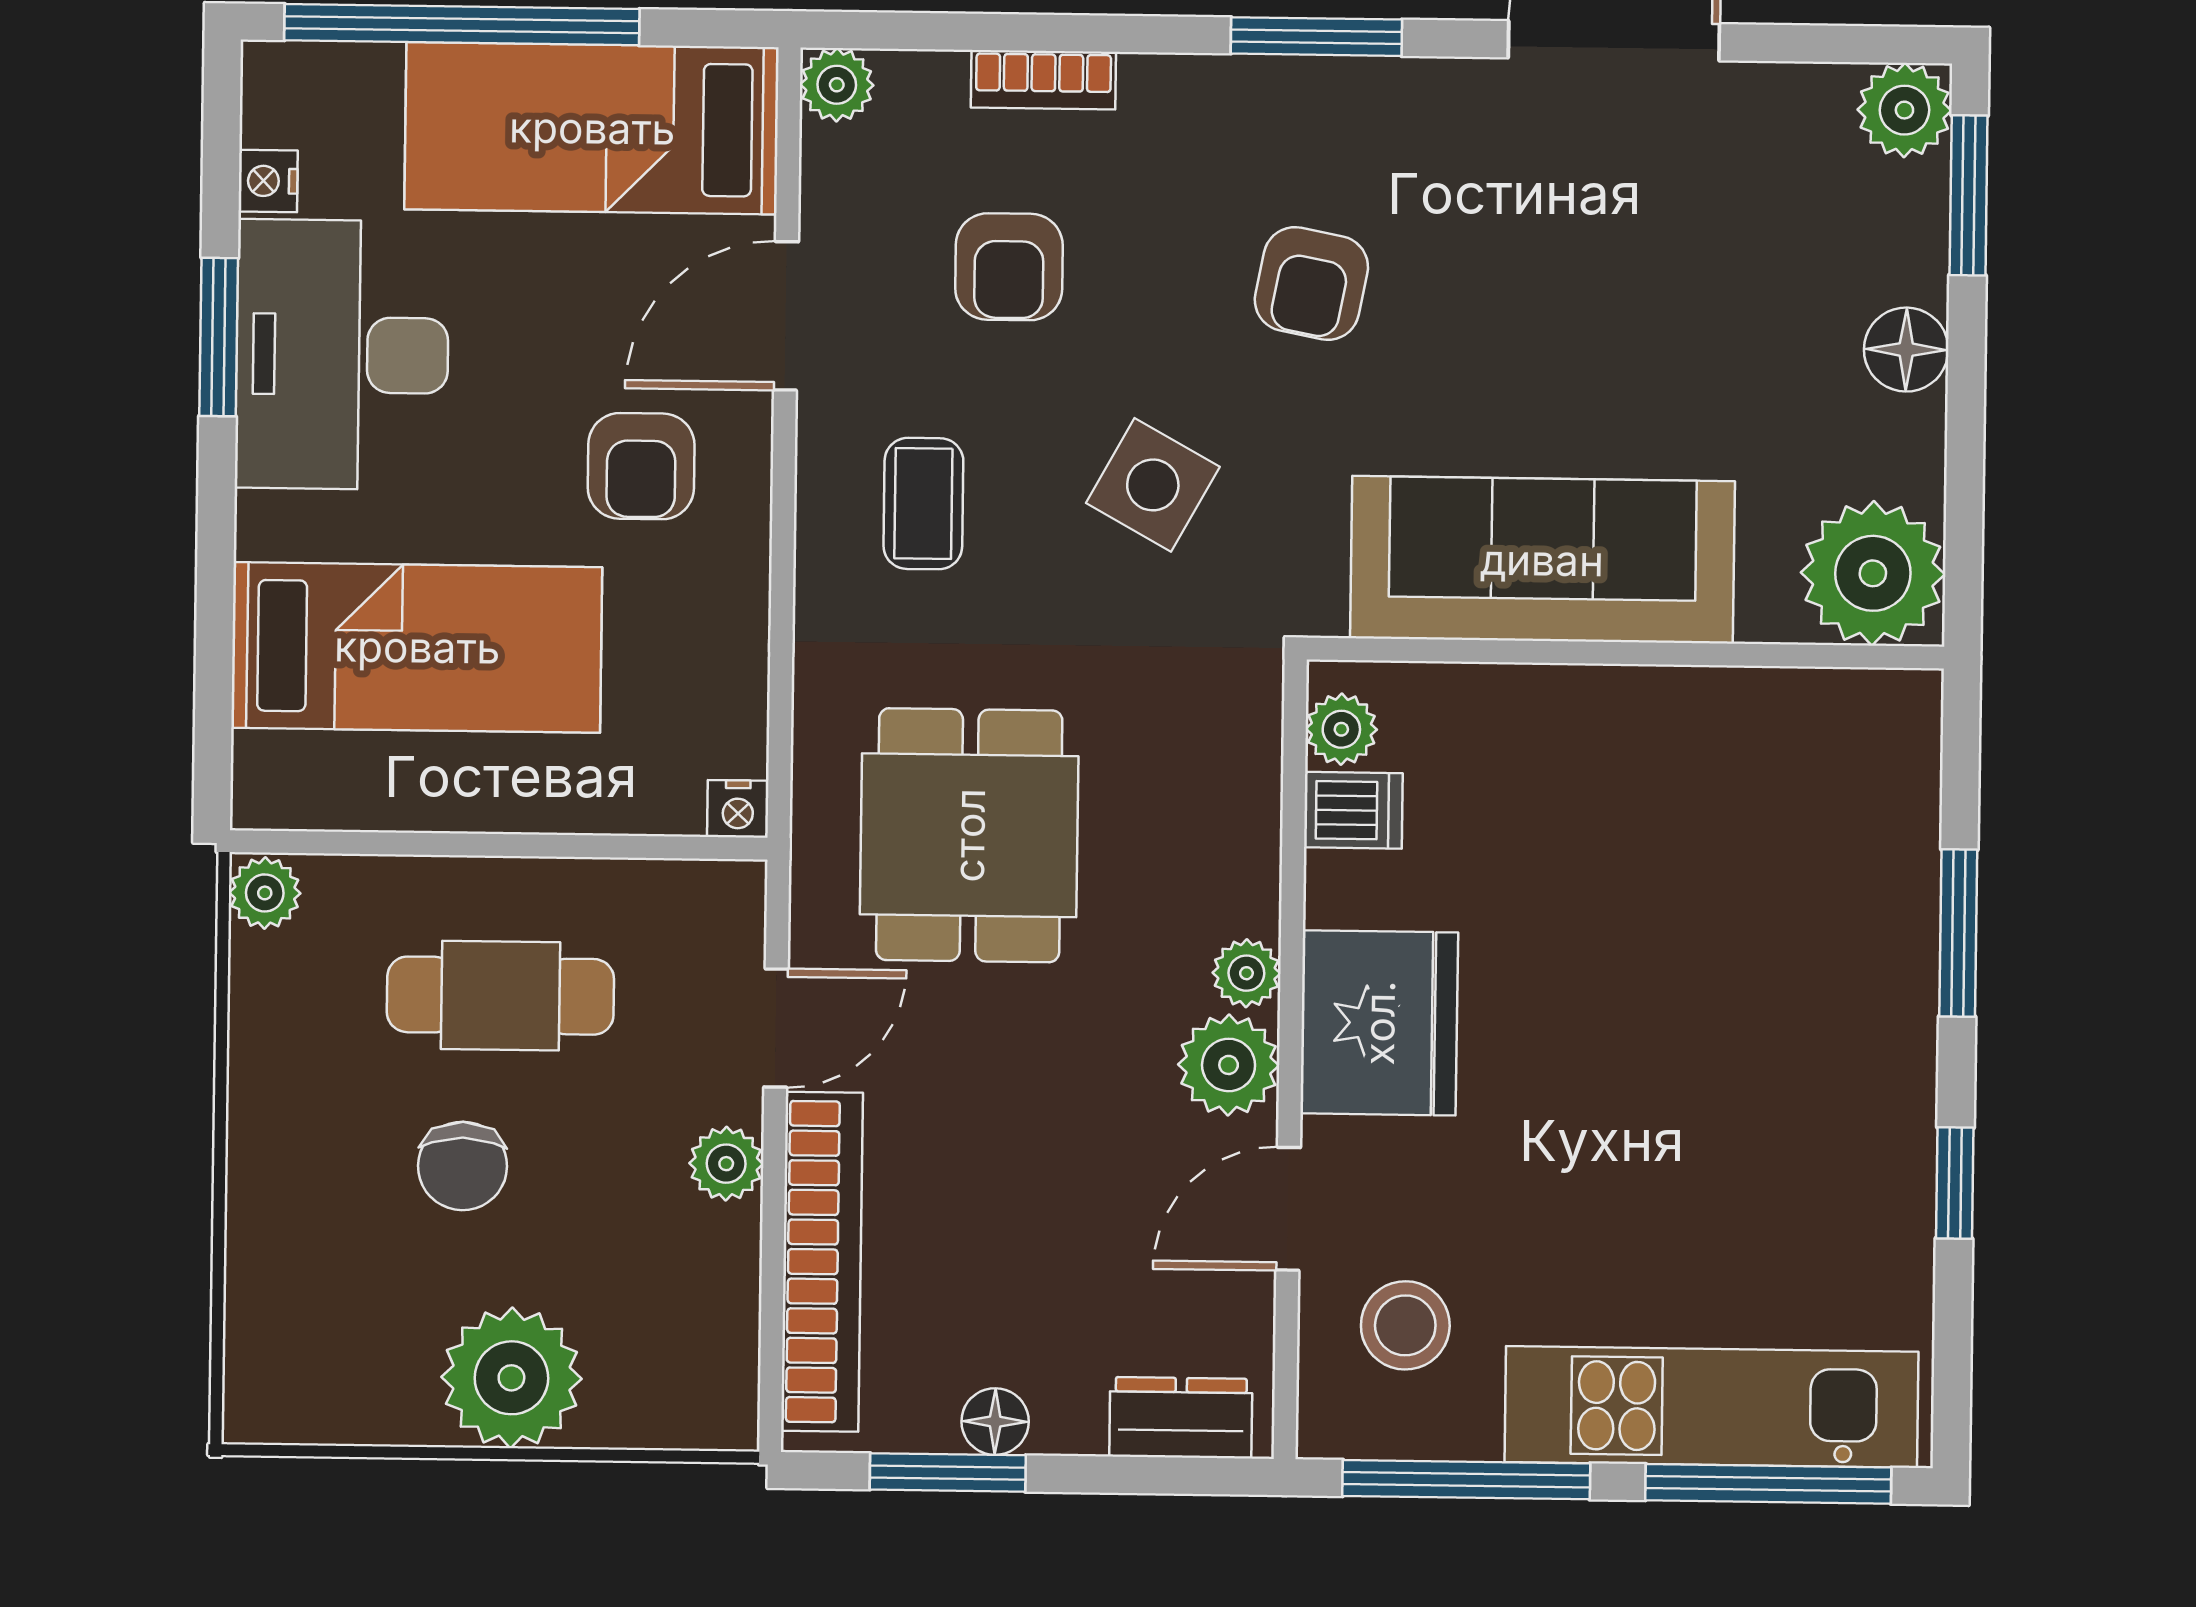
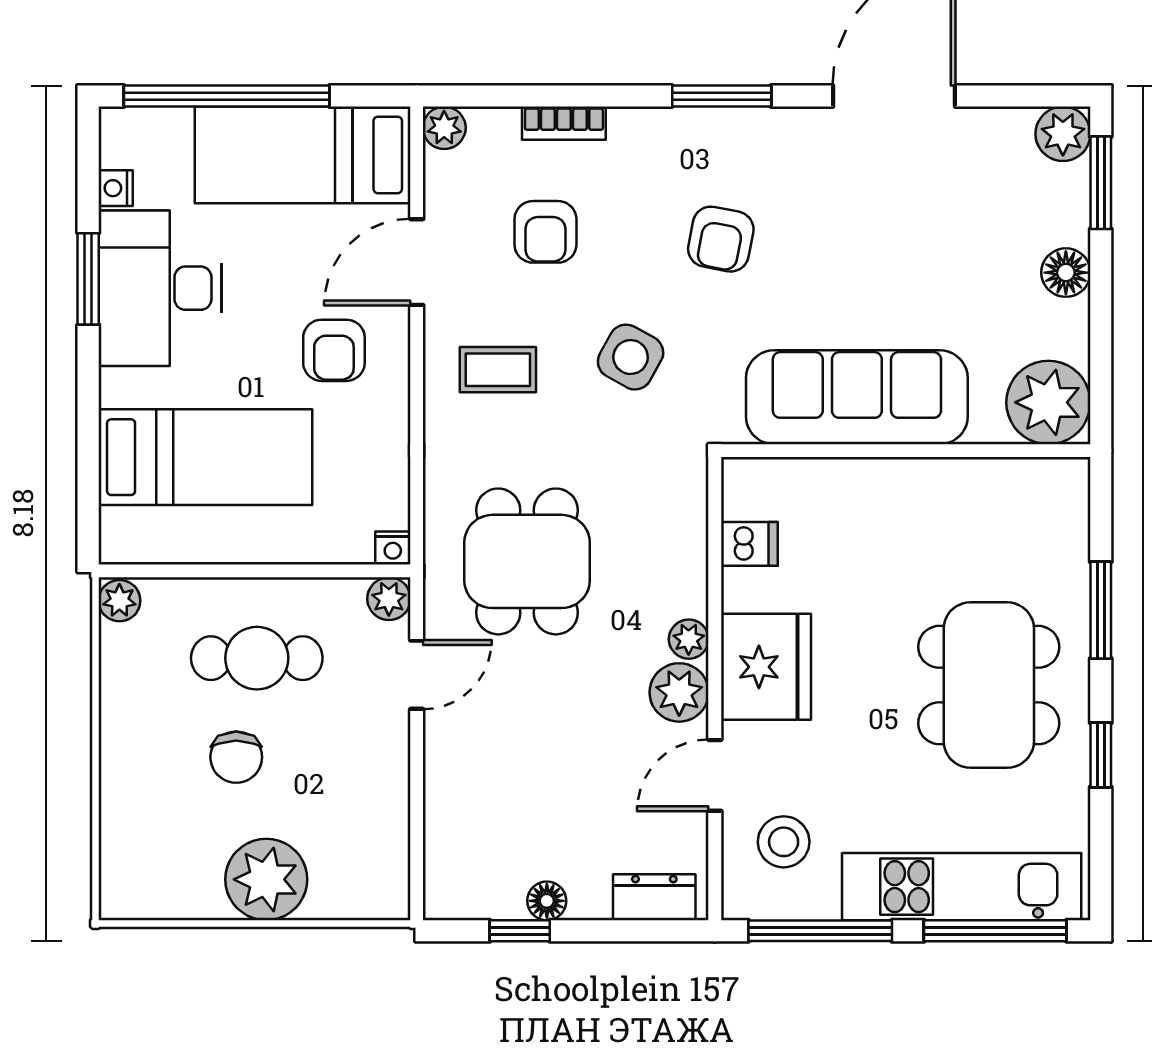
coffee table: (923, 504) -> (498, 370), turned 90
plant: (1341, 729) -> (742, 497), removed
dining table: (1763, 1060) -> (989, 685), added
plant: (726, 1164) -> (389, 599), moved
bookcase: (822, 1262) -> (445, 810), removed
window: (948, 1472) -> (520, 931), width x0.67

